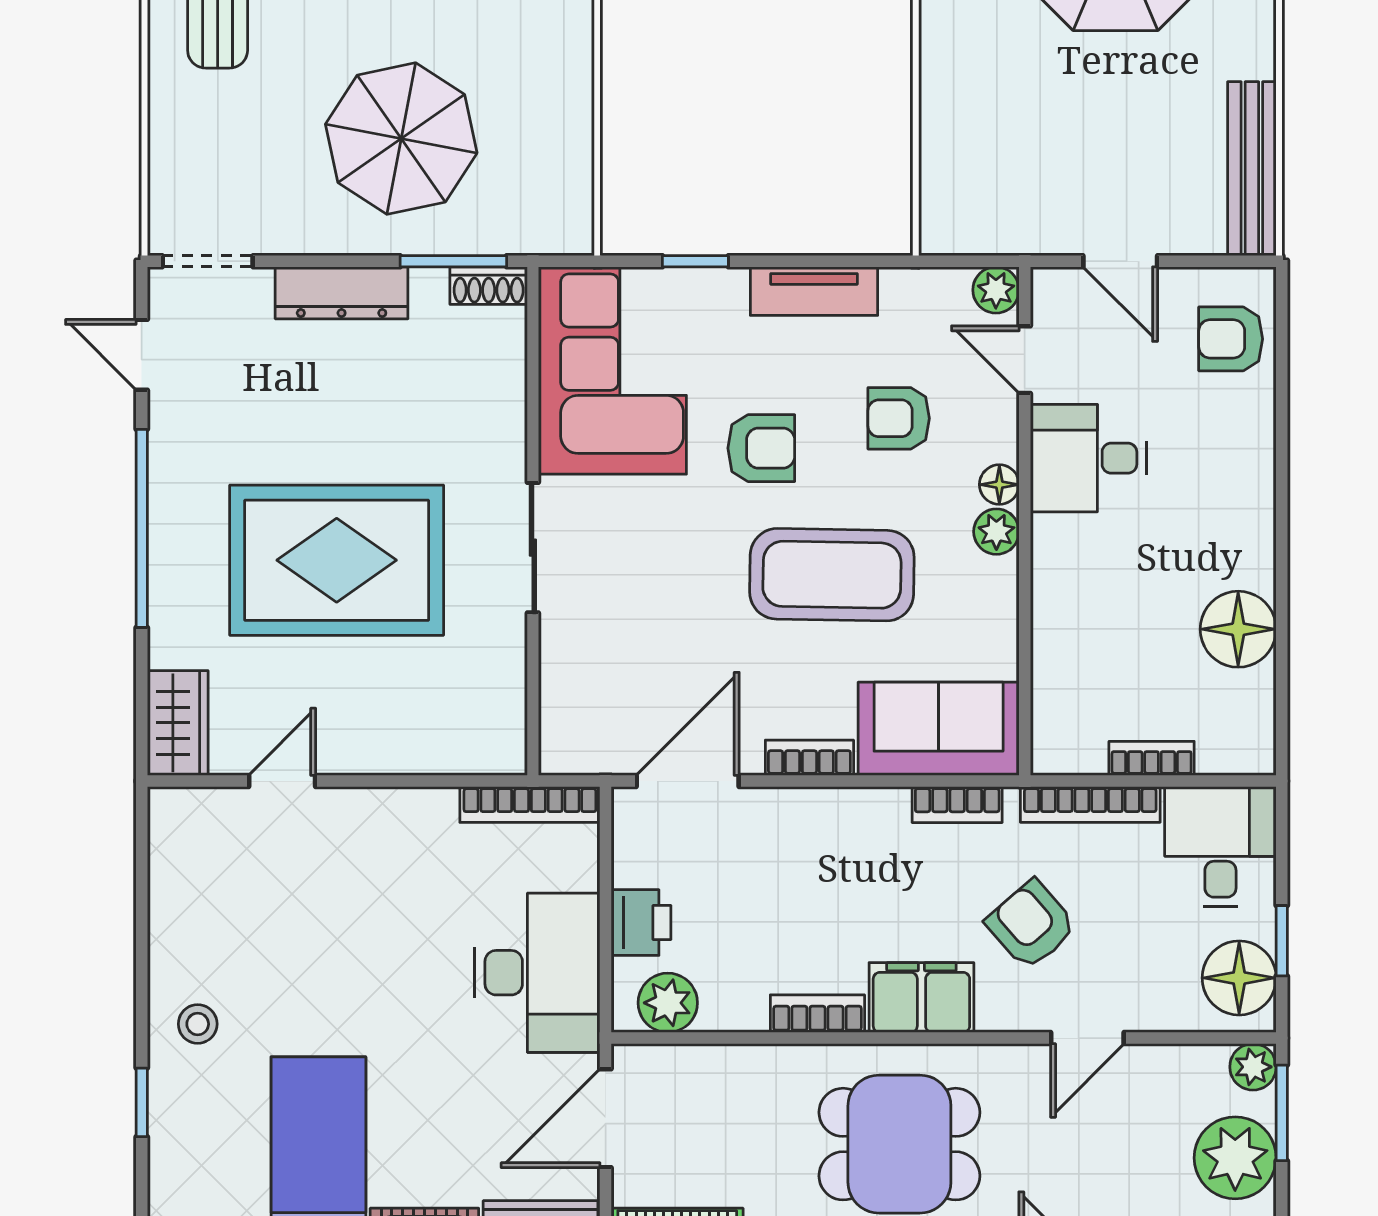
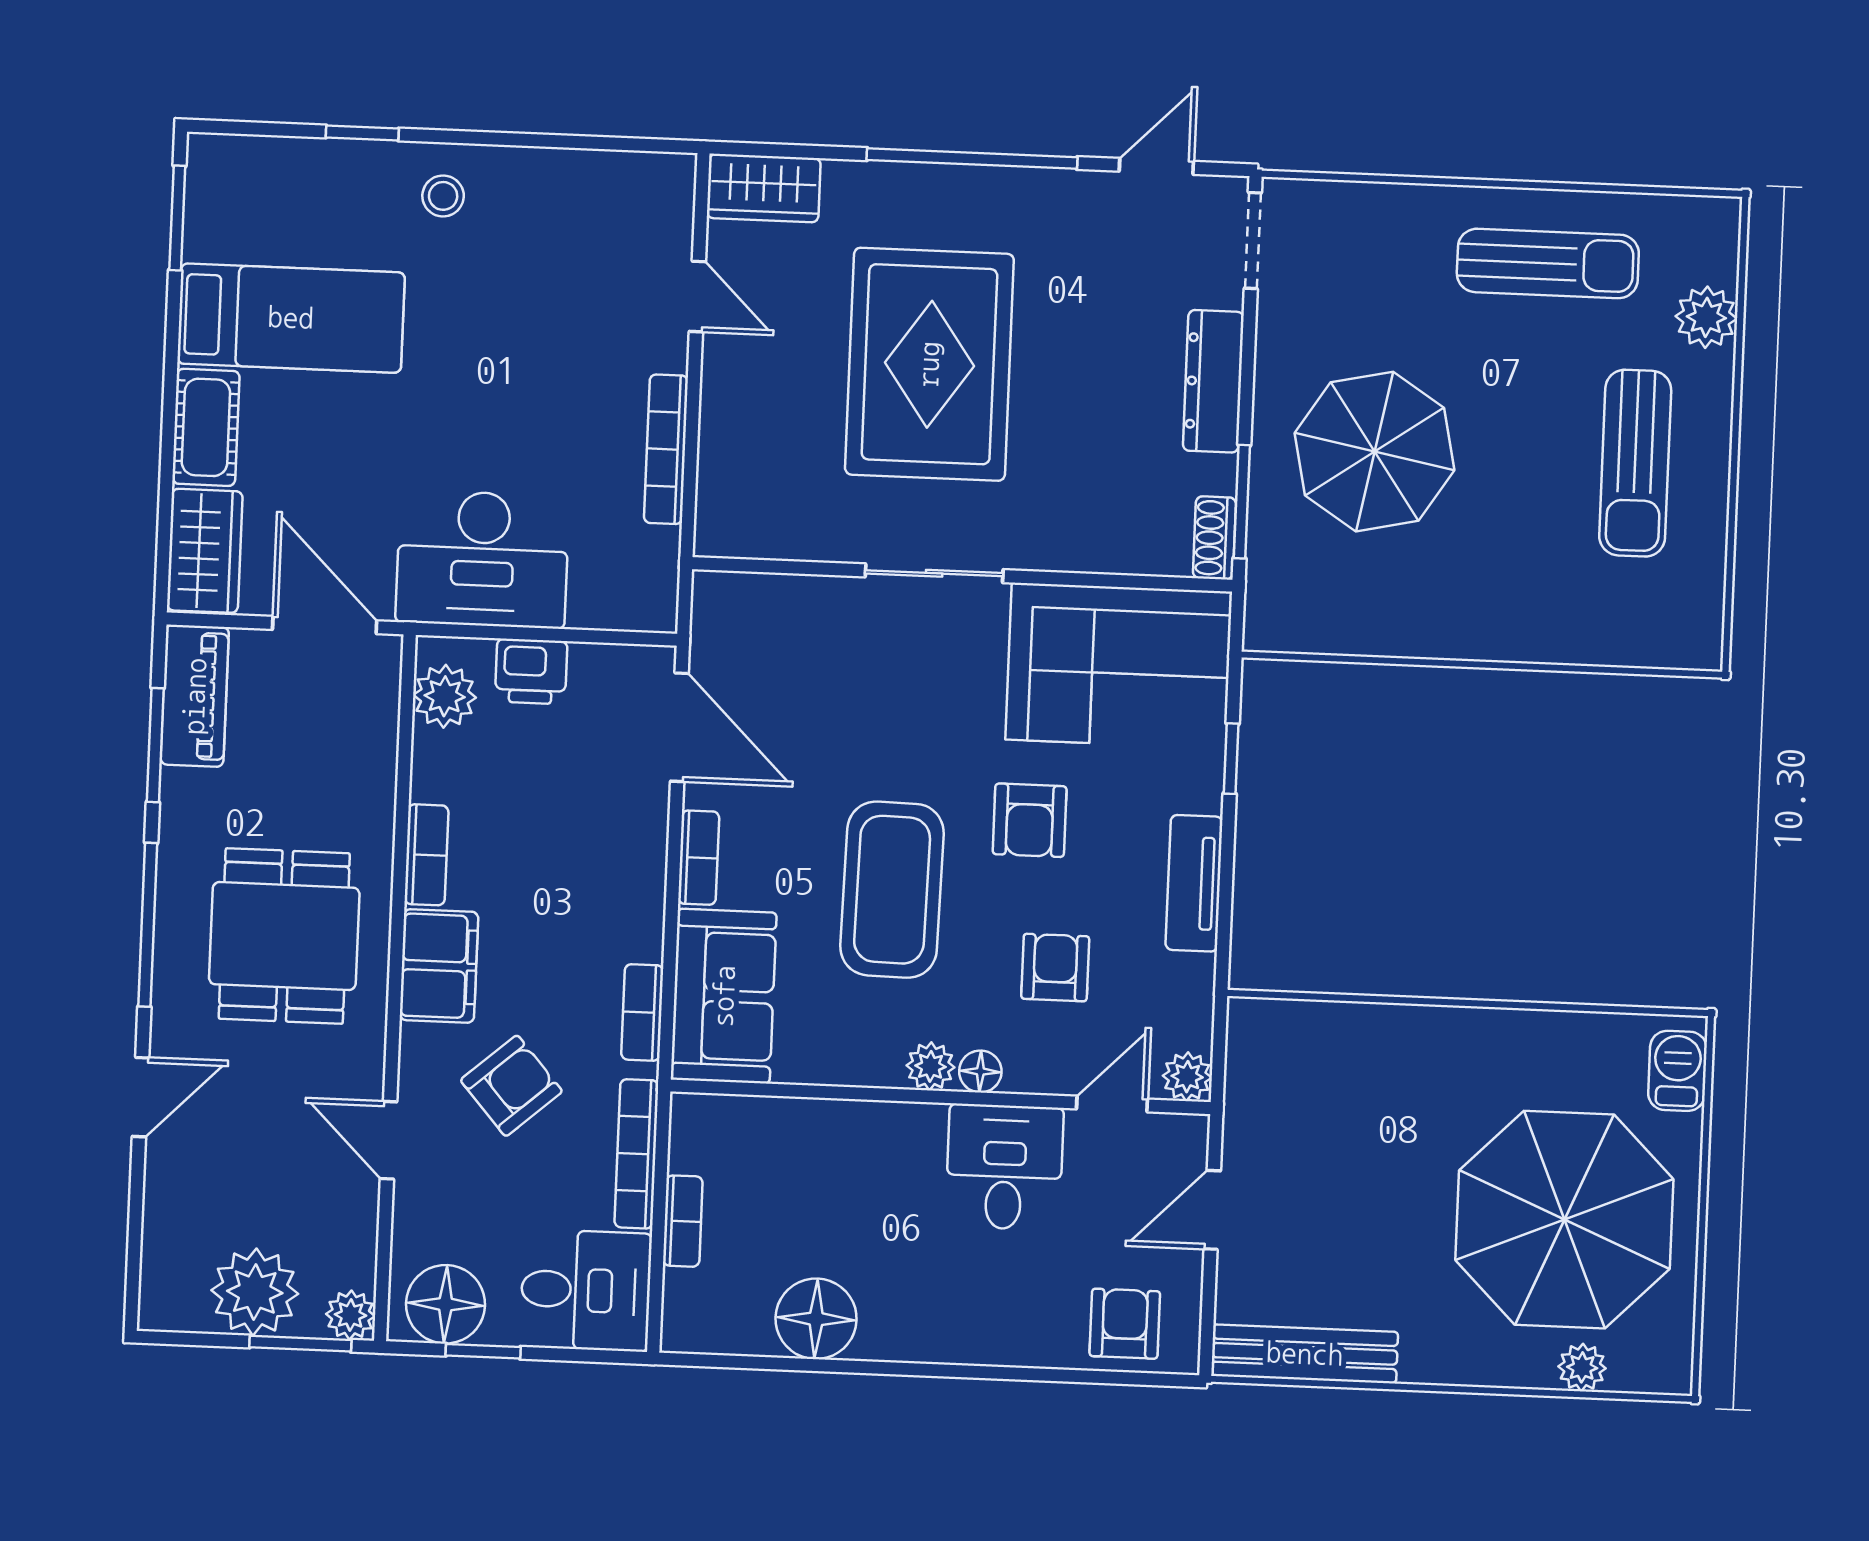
bookcase: (530, 805) -> (666, 449), moved

